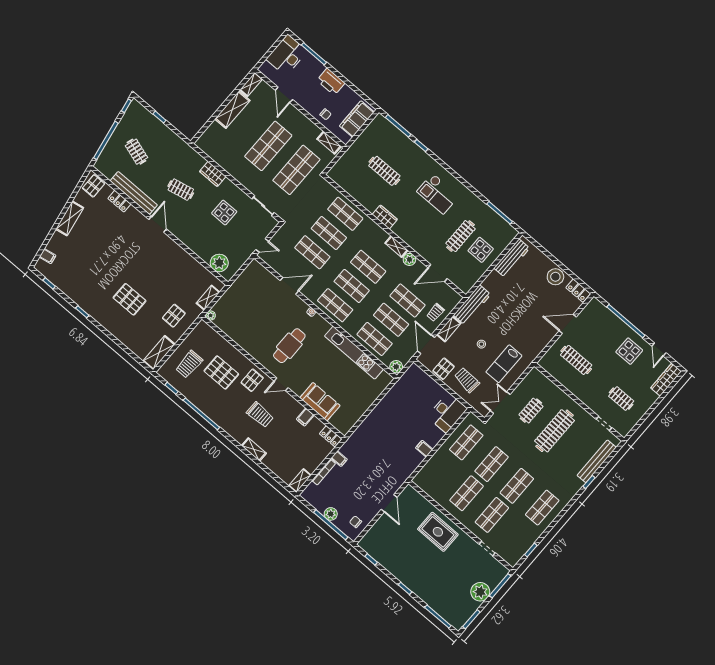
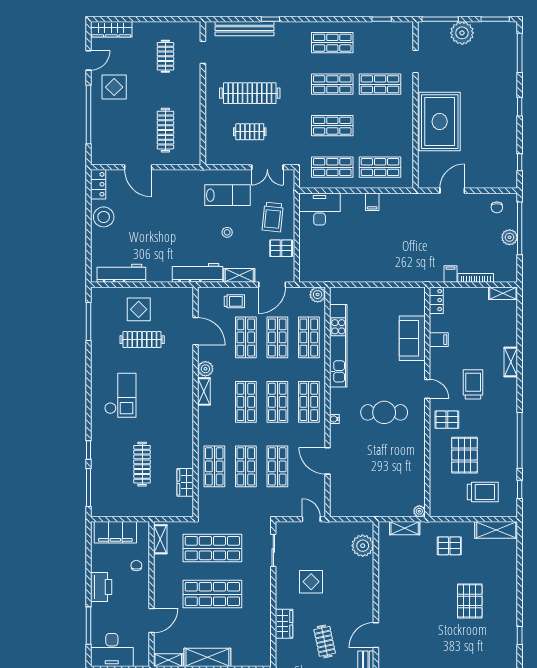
wardrobe: (385, 217) -> (185, 482), moved
shop shelf: (467, 493) -> (380, 167), moved
rug: (438, 532) -> (440, 122), width x1.37, depth x1.44

